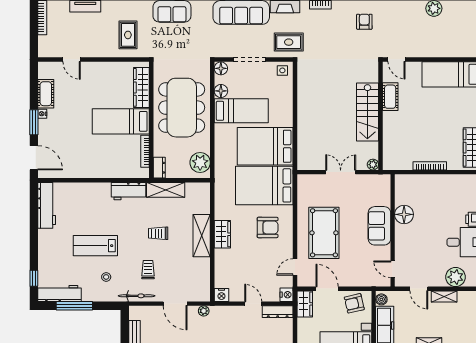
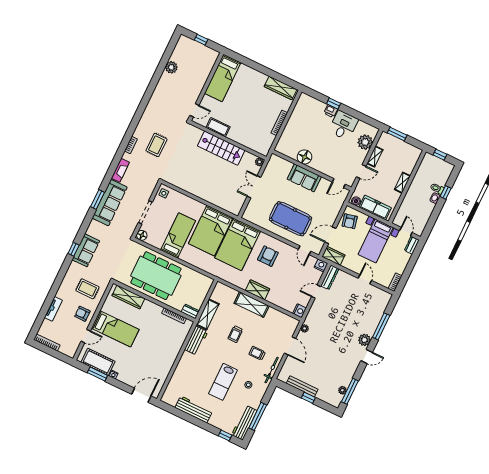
armchair: (364, 22) -> (82, 314), moved
rug: (289, 42) -> (156, 145), moved
floor lamp: (221, 91) -> (157, 243), removed
cot: (46, 94) -> (98, 362), width x1.37, depth x1.34
bed: (121, 121) -> (115, 329), moved, turned -90
window: (34, 122) -> (97, 374), moved
plant: (200, 162) -> (200, 281), removed
workbench: (47, 205) -> (194, 409), moved
door: (175, 304) -> (290, 346), hinge flipped

